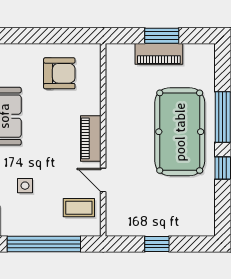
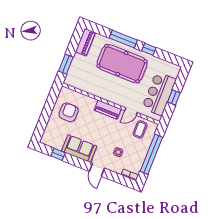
window: (162, 36) -> (66, 64), moved
piano: (159, 54) -> (85, 42), moved
bar counter: (153, 216) -> (159, 94), added

